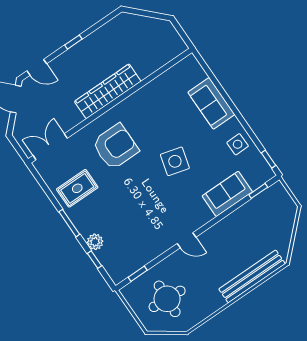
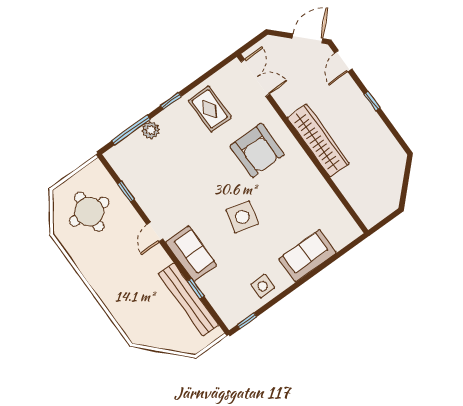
window: (258, 191) -> (196, 288), moved
sofa: (227, 194) -> (191, 254), moved
window: (69, 223) -> (171, 101), width x0.67
window: (94, 260) -> (131, 130), width x2.17
window: (138, 274) -> (126, 192), moved
bench: (252, 276) -> (188, 299), moved

